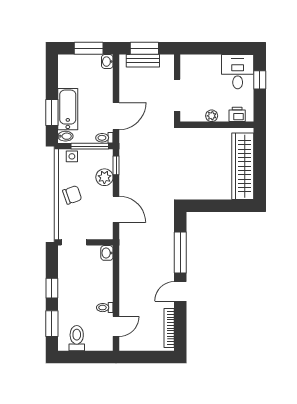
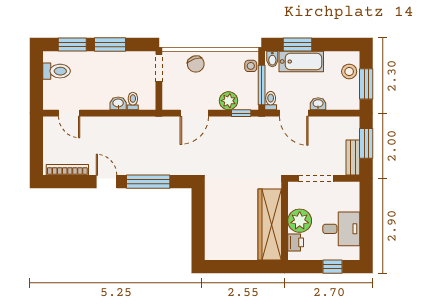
bench: (143, 61) -> (353, 157), moved
washbasin: (107, 62) -> (318, 104), moved
stool: (77, 64) -> (349, 71), added
desk: (238, 72) -> (341, 229), moved
plant: (212, 116) -> (300, 221), width x1.88, depth x1.88
wardrobe: (243, 166) -> (270, 224), moved, turned -90
chair: (72, 195) -> (196, 64), moved
washbasin: (107, 253) -> (118, 103), moved
window: (52, 288) -> (110, 45), width x1.50
toilet: (105, 308) -> (133, 101), moved

